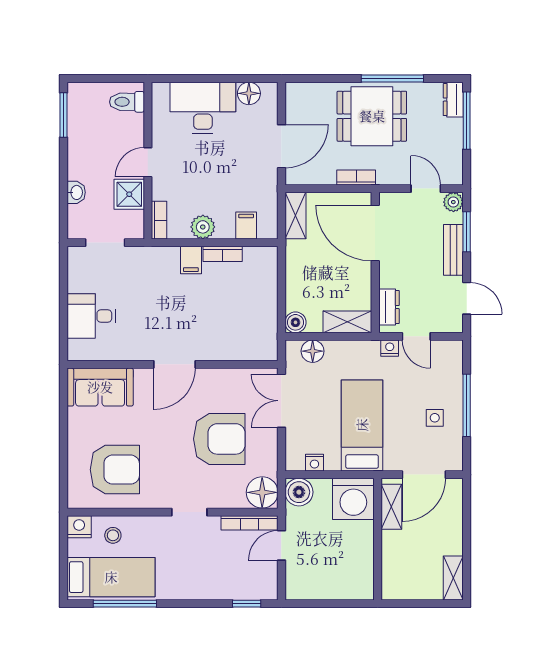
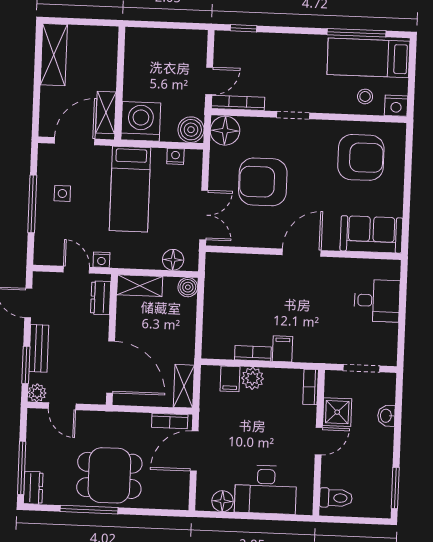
bookcase: (356, 177) -> (170, 421), moved
plant: (203, 227) -> (253, 378), moved
armchair: (115, 470) -> (361, 157), turned 180
shelving: (453, 578) -> (54, 55), width x1.50, depth x1.33

